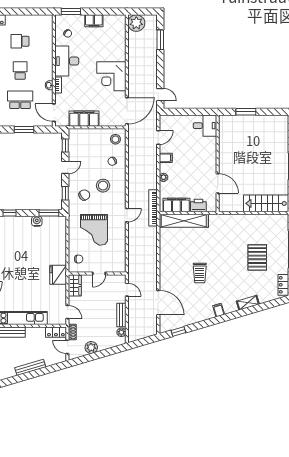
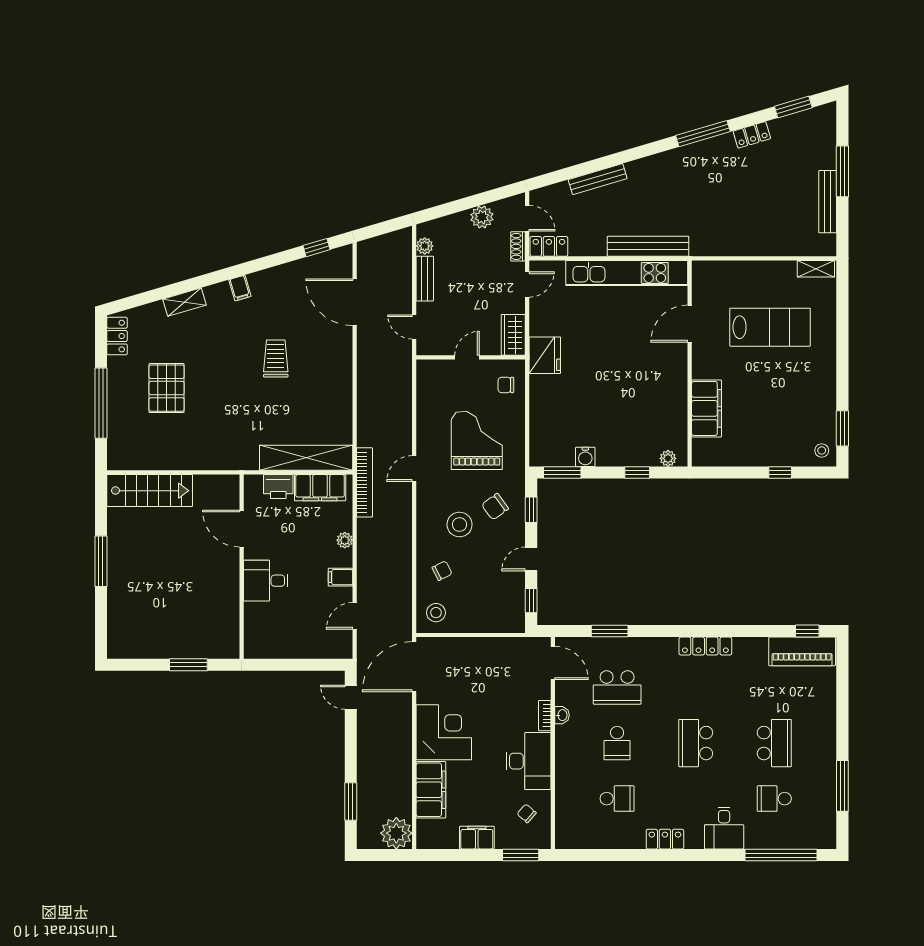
filing cabinet: (84, 119) -> (431, 790), moved, turned -90
desk: (205, 126) -> (266, 581), moved
door: (67, 312) -> (527, 284), swing flipped

